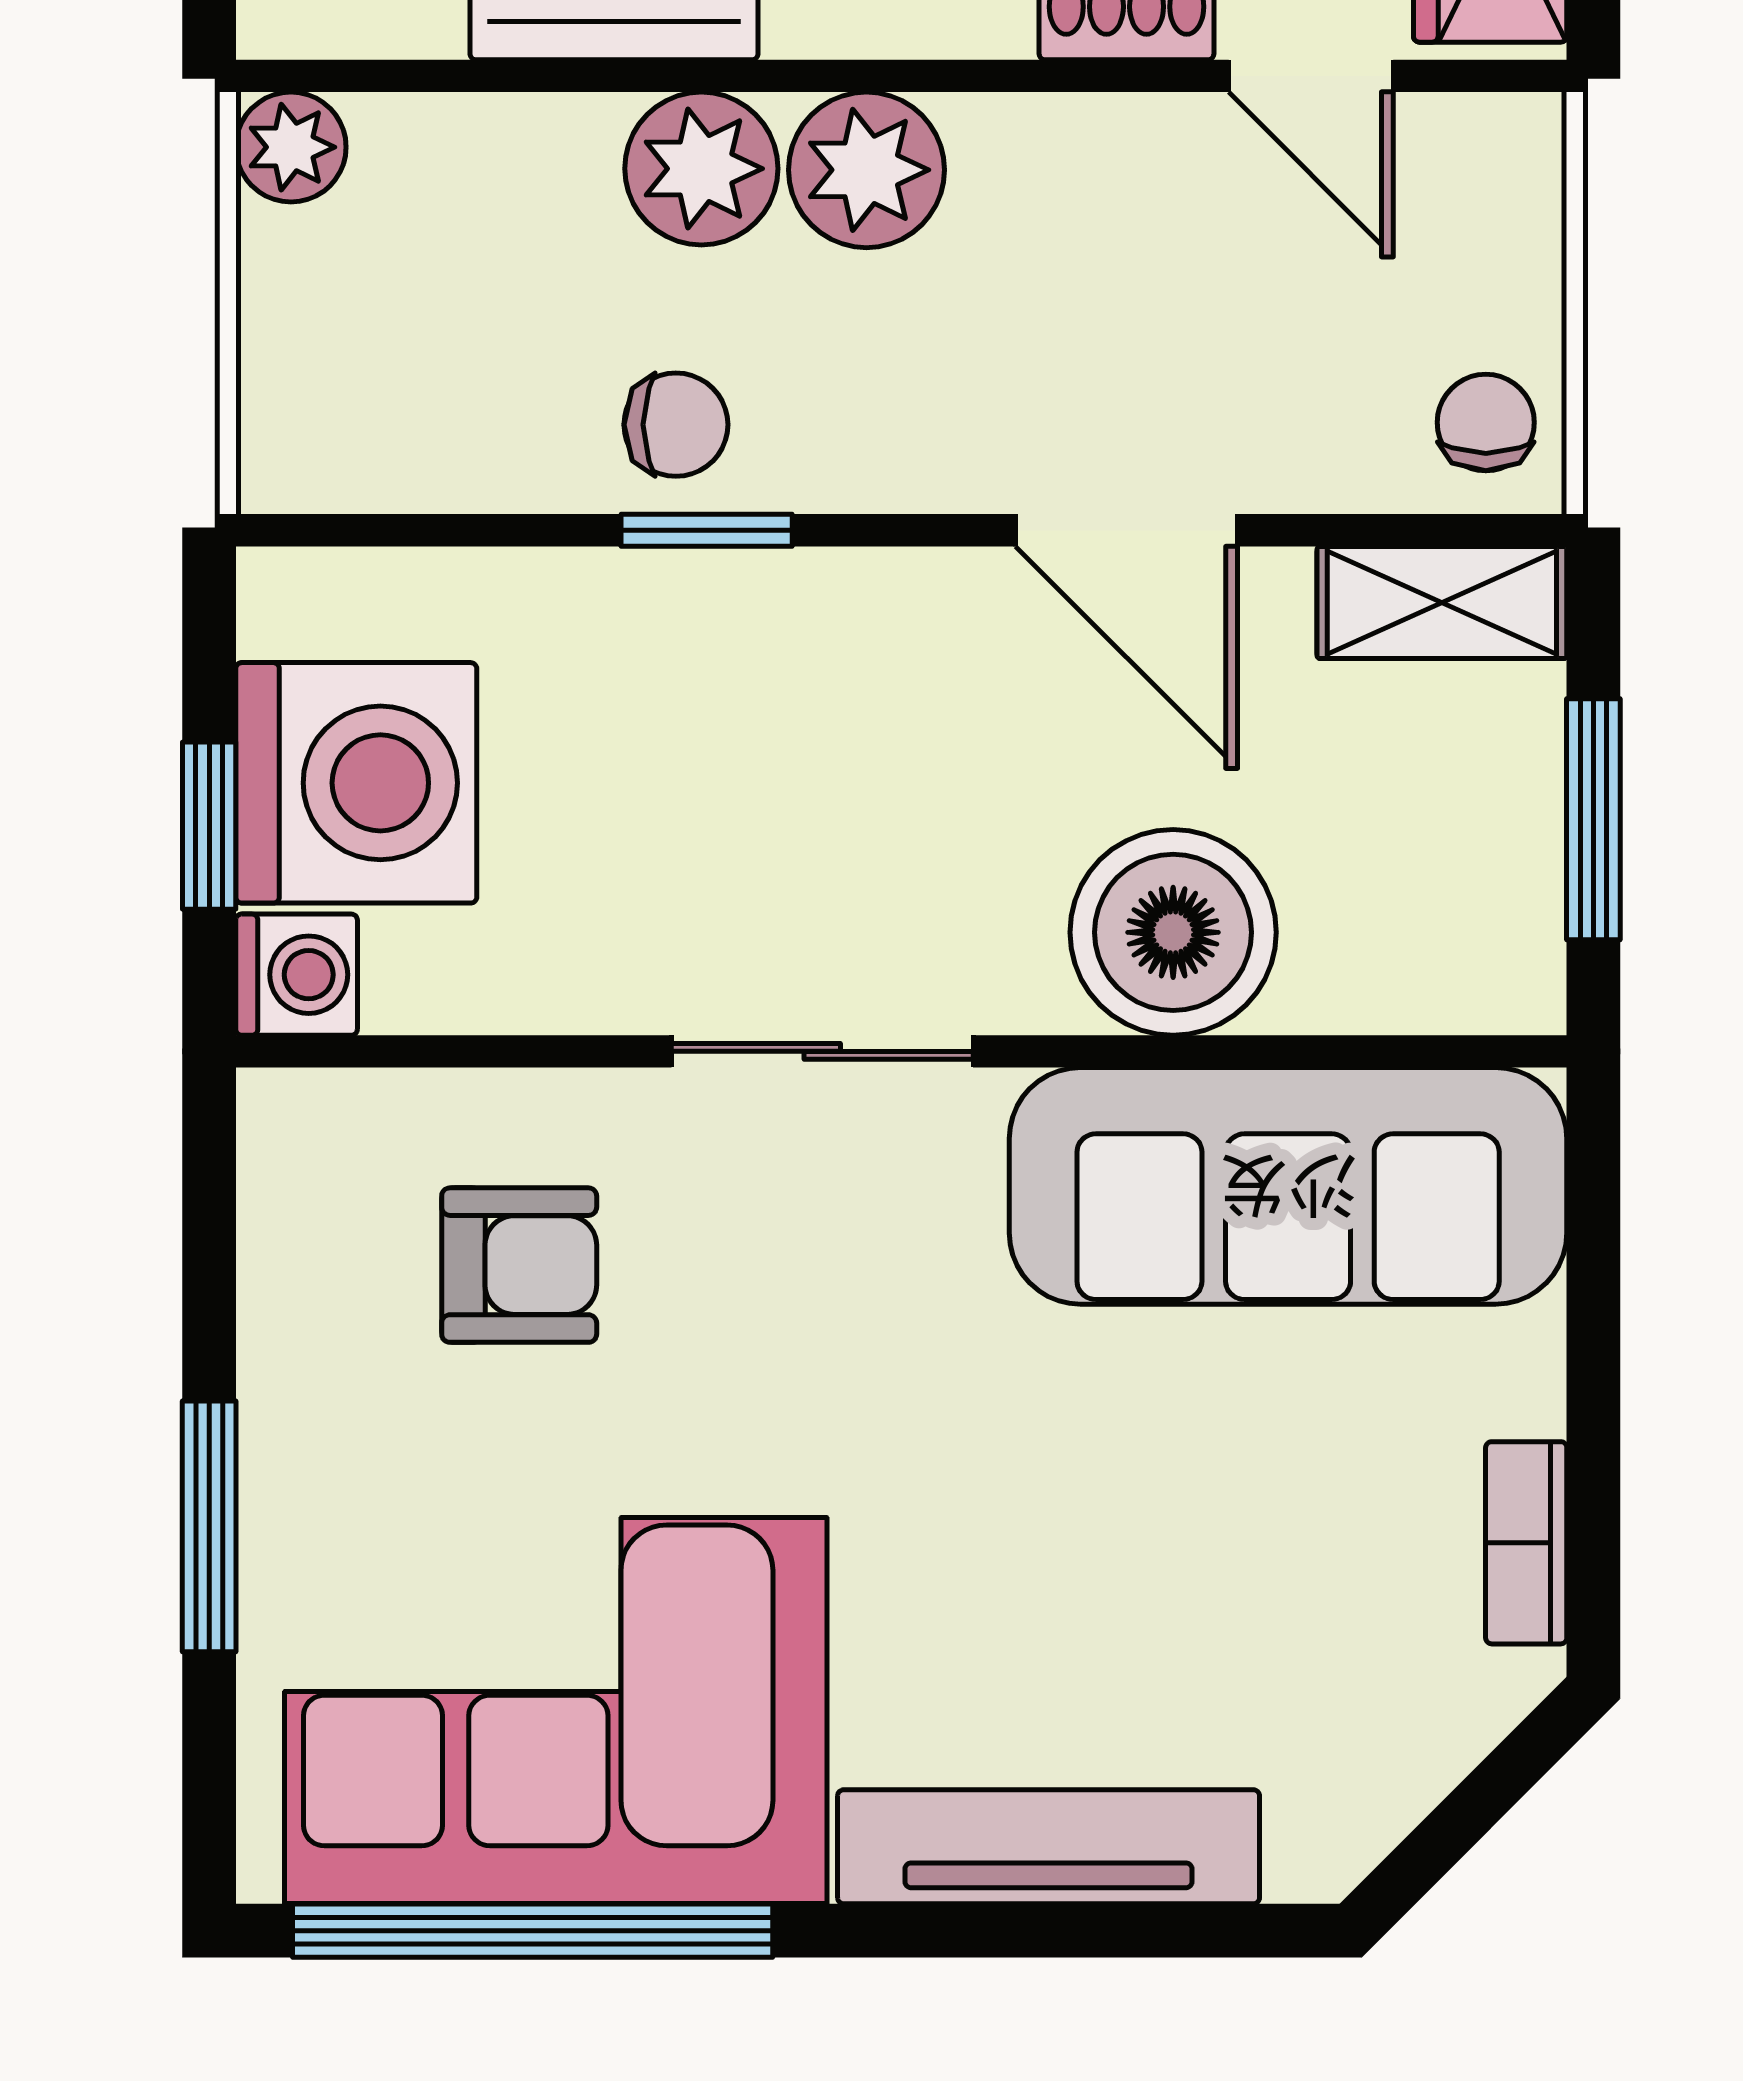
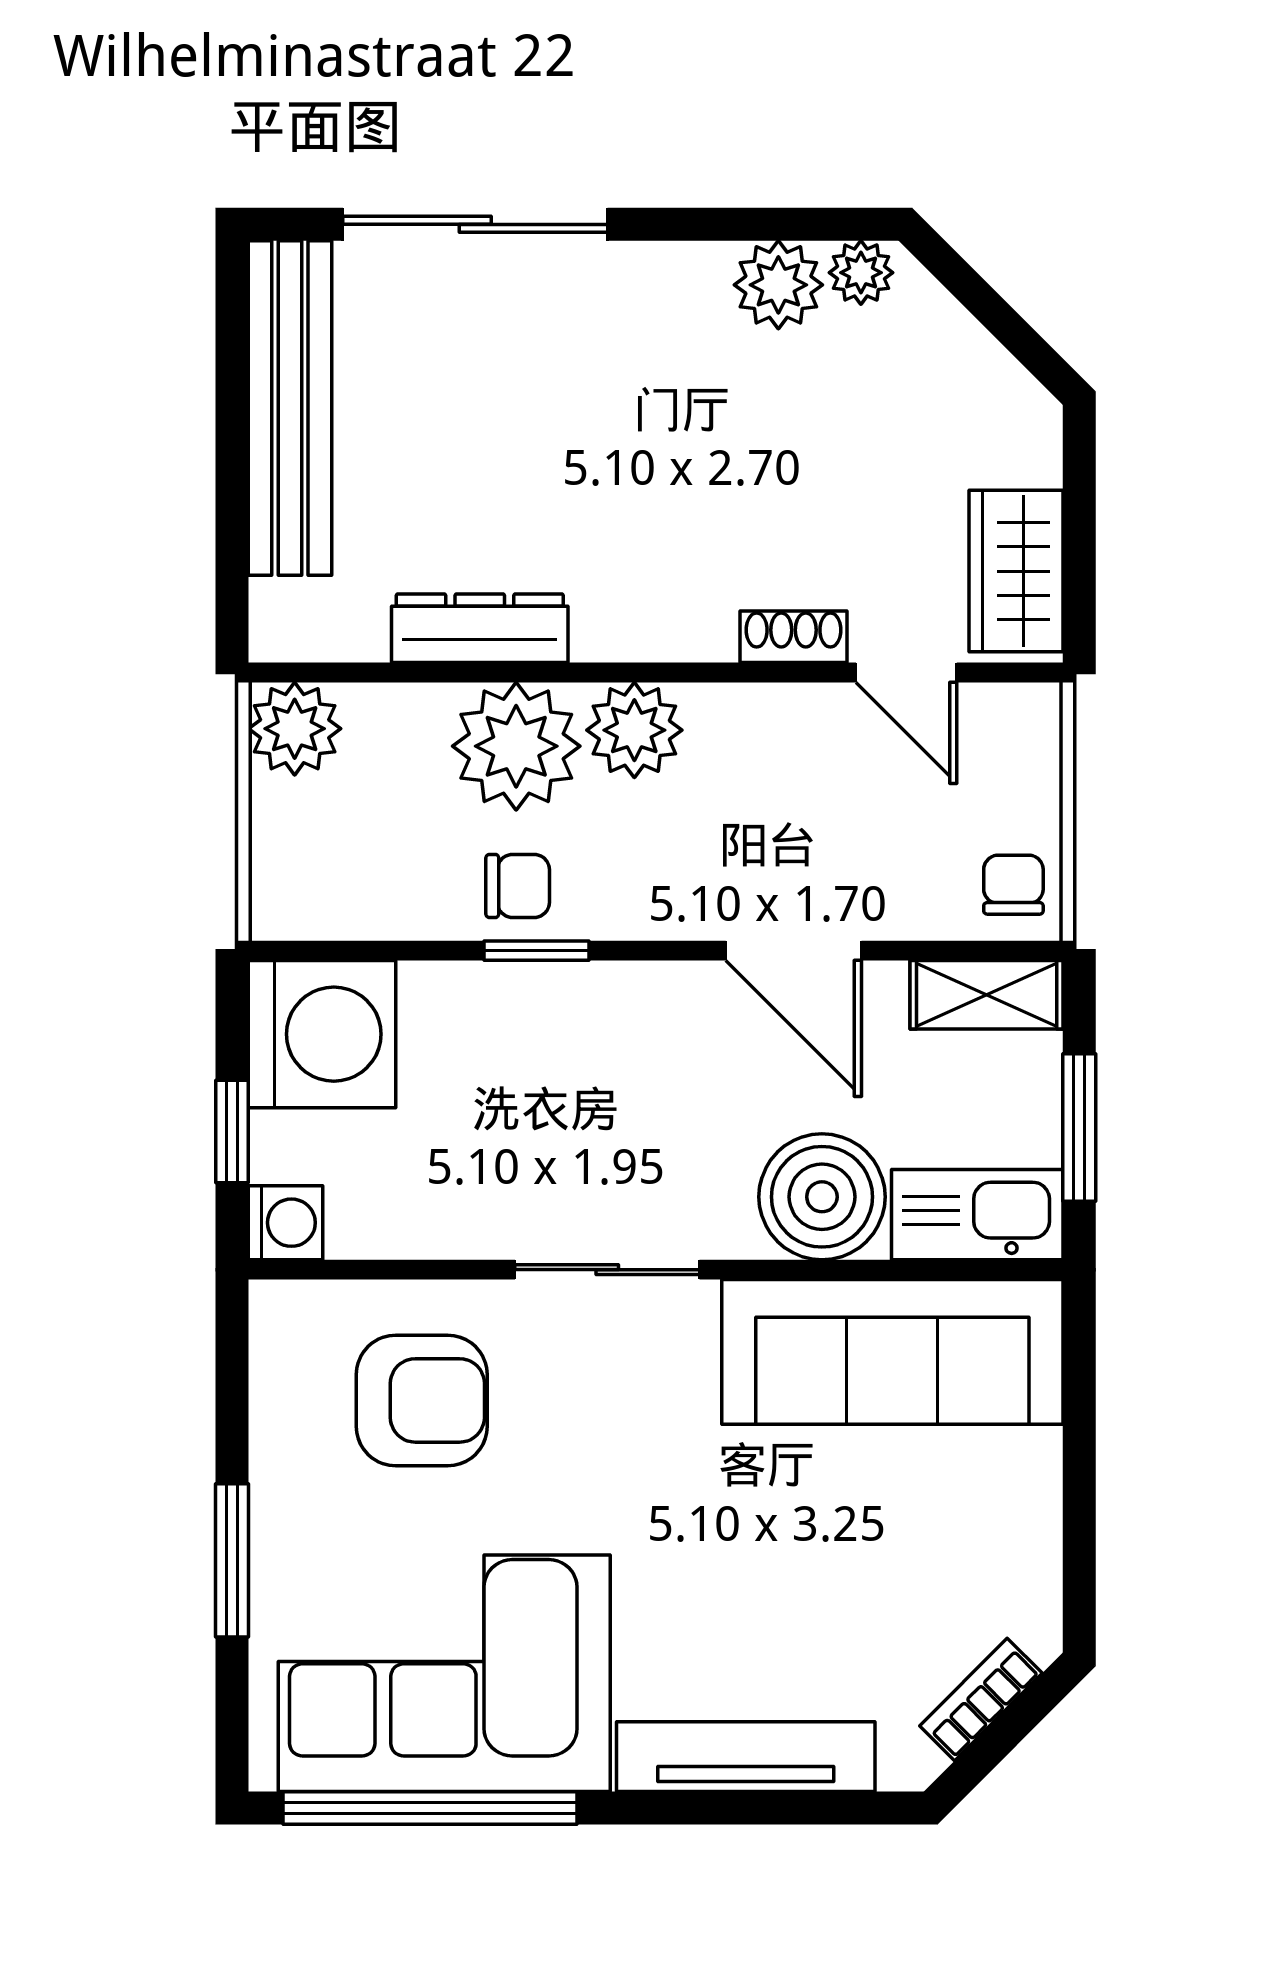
plant: (291, 147) -> (295, 729), width x1.38, depth x1.38
plant: (701, 169) -> (516, 746), width x1.36, depth x1.36
washing machine: (356, 783) -> (322, 1034), moved
kitchen sink: (1427, 962) -> (977, 1215), added
armchair: (519, 1265) -> (422, 1400), width x1.38, depth x1.38
bookcase: (1526, 1543) -> (981, 1700), moved, turned 45

